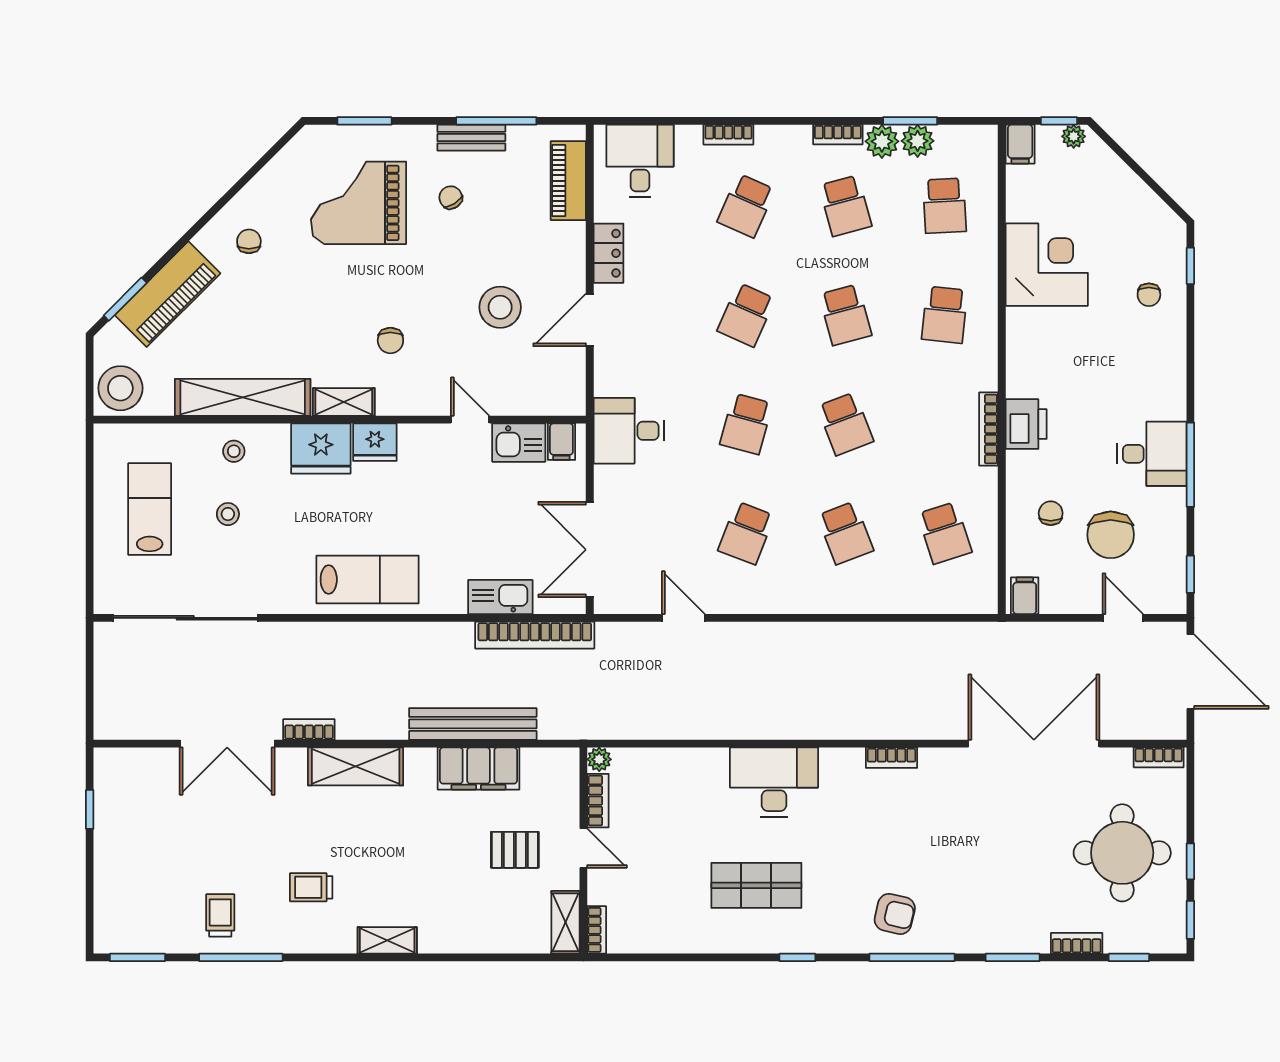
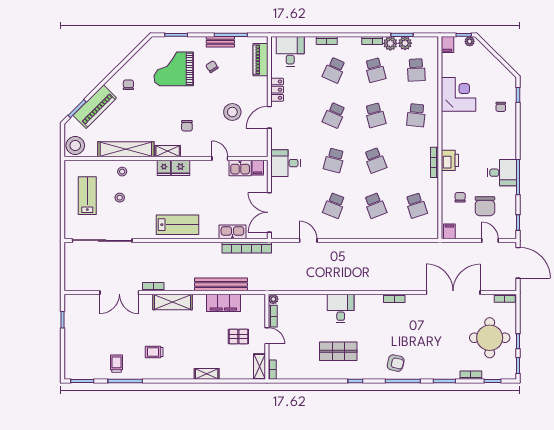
fridge: (321, 449) -> (164, 168), width x0.53, depth x0.75
desk: (774, 782) -> (341, 308), width x0.73
shelving: (387, 940) -> (207, 374), moved

